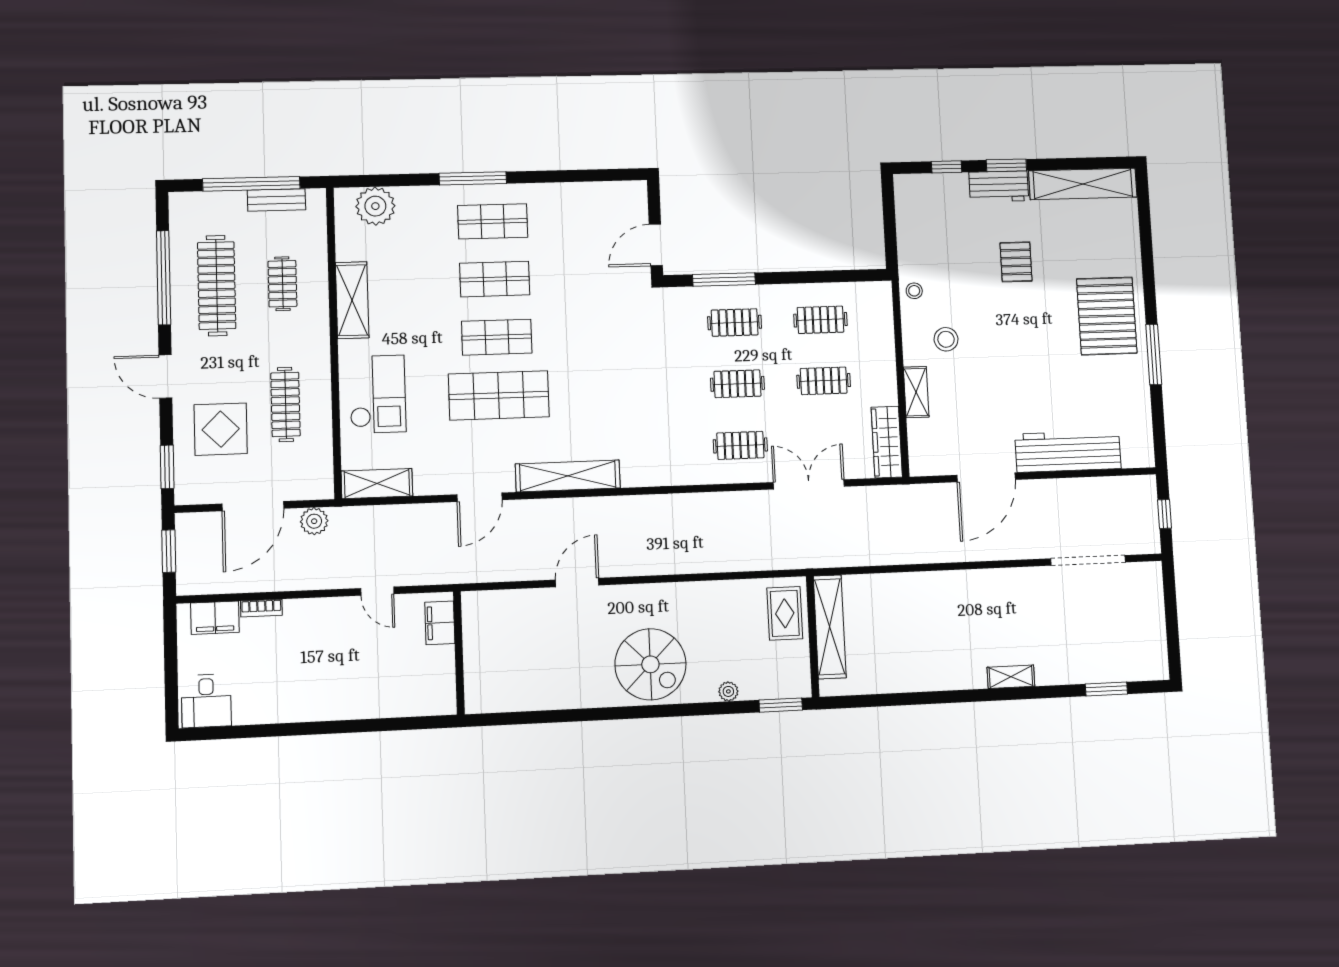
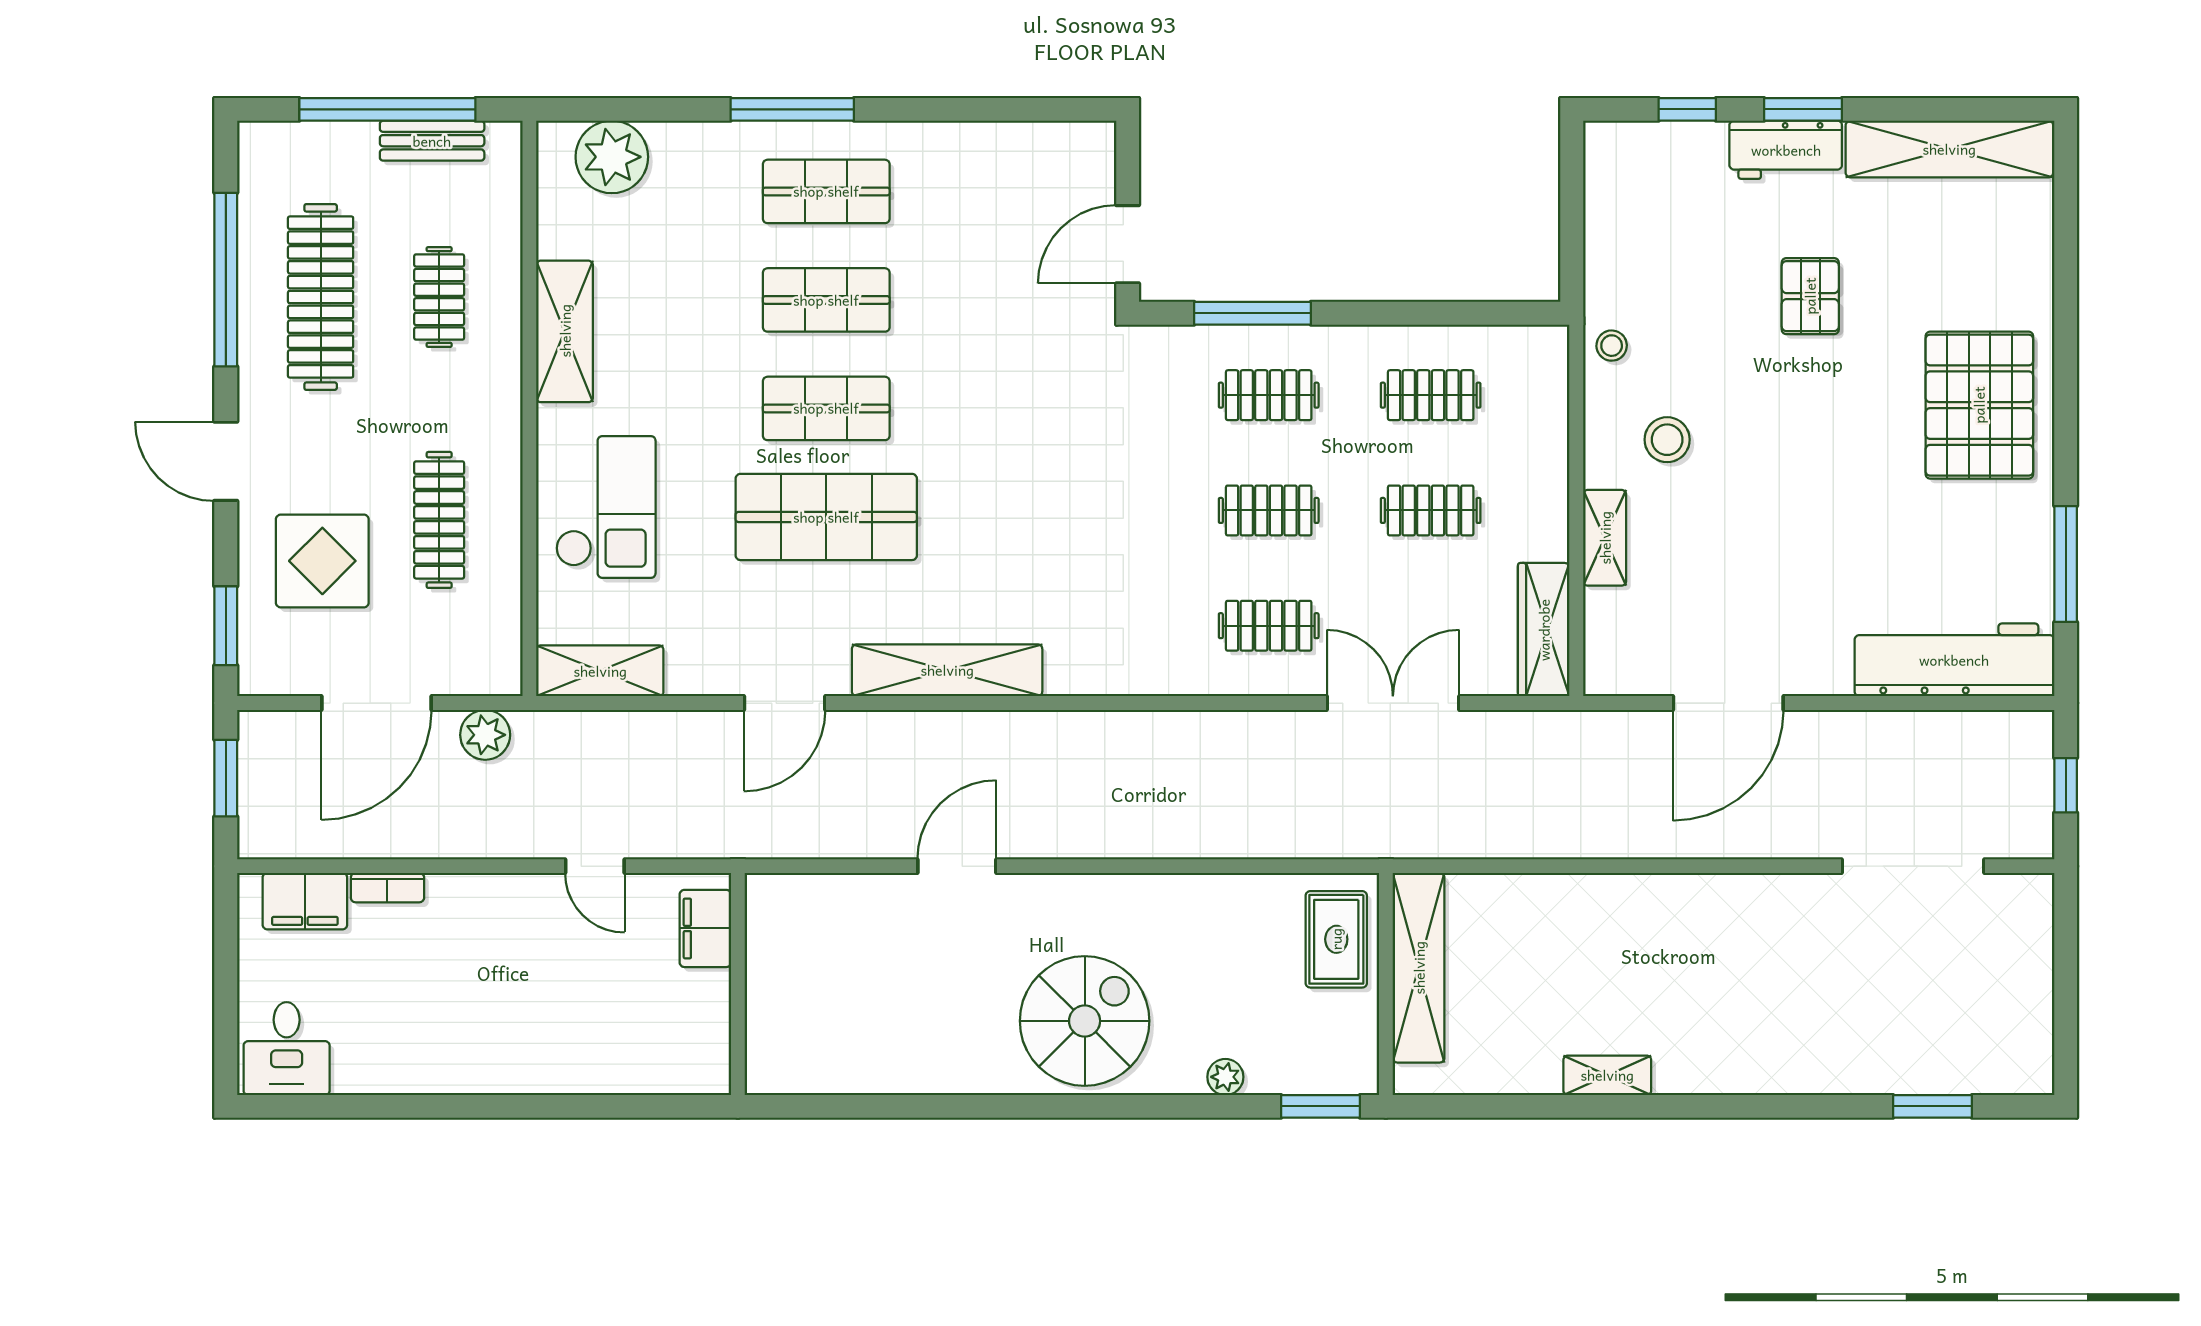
window: (1154, 354) -> (2066, 564), moved
workbench: (1068, 451) -> (1954, 660), moved
spiral stairs: (650, 664) -> (1085, 1021), turned -90
shelving: (1011, 677) -> (1607, 1075), moved

